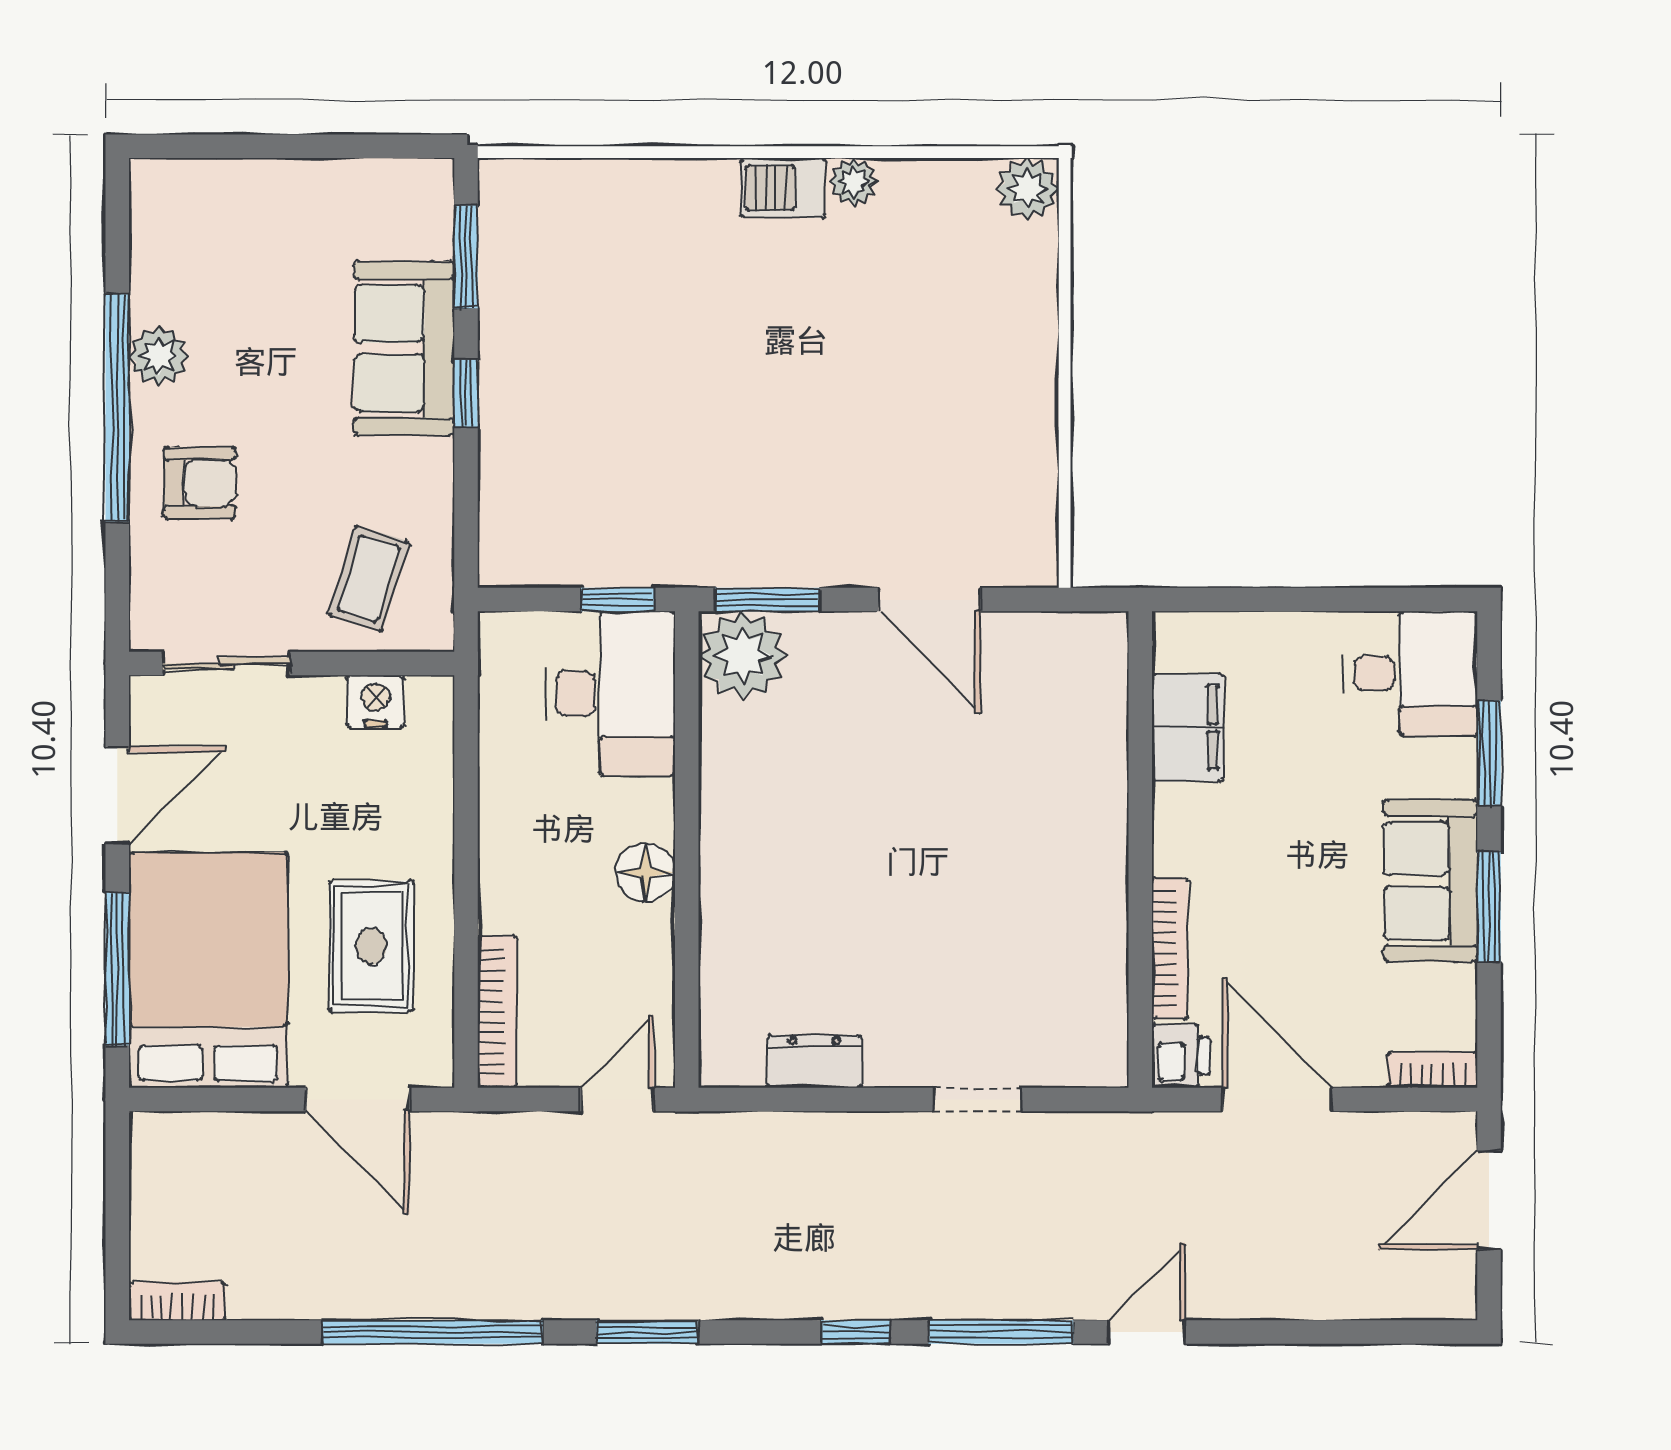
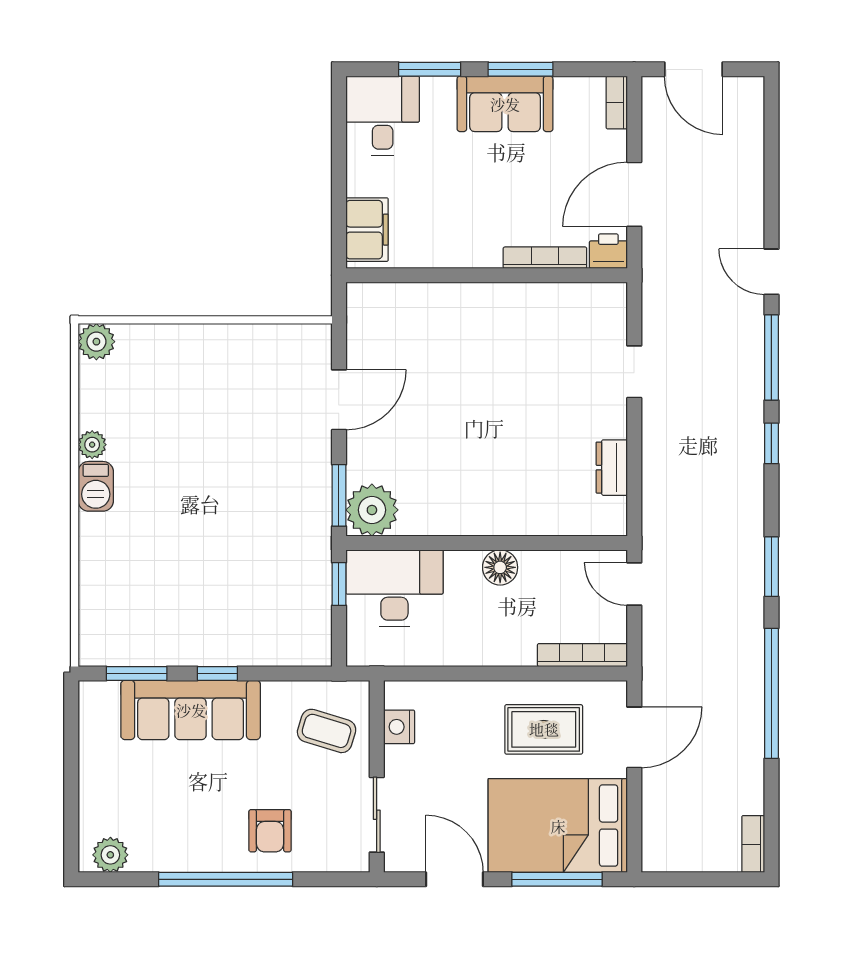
sofa: (404, 348) -> (191, 710), width x1.36
plant: (159, 356) -> (110, 855), moved
armchair: (200, 483) -> (270, 831), turned 180
filing cabinet: (1188, 728) -> (367, 230), moved, turned 90

